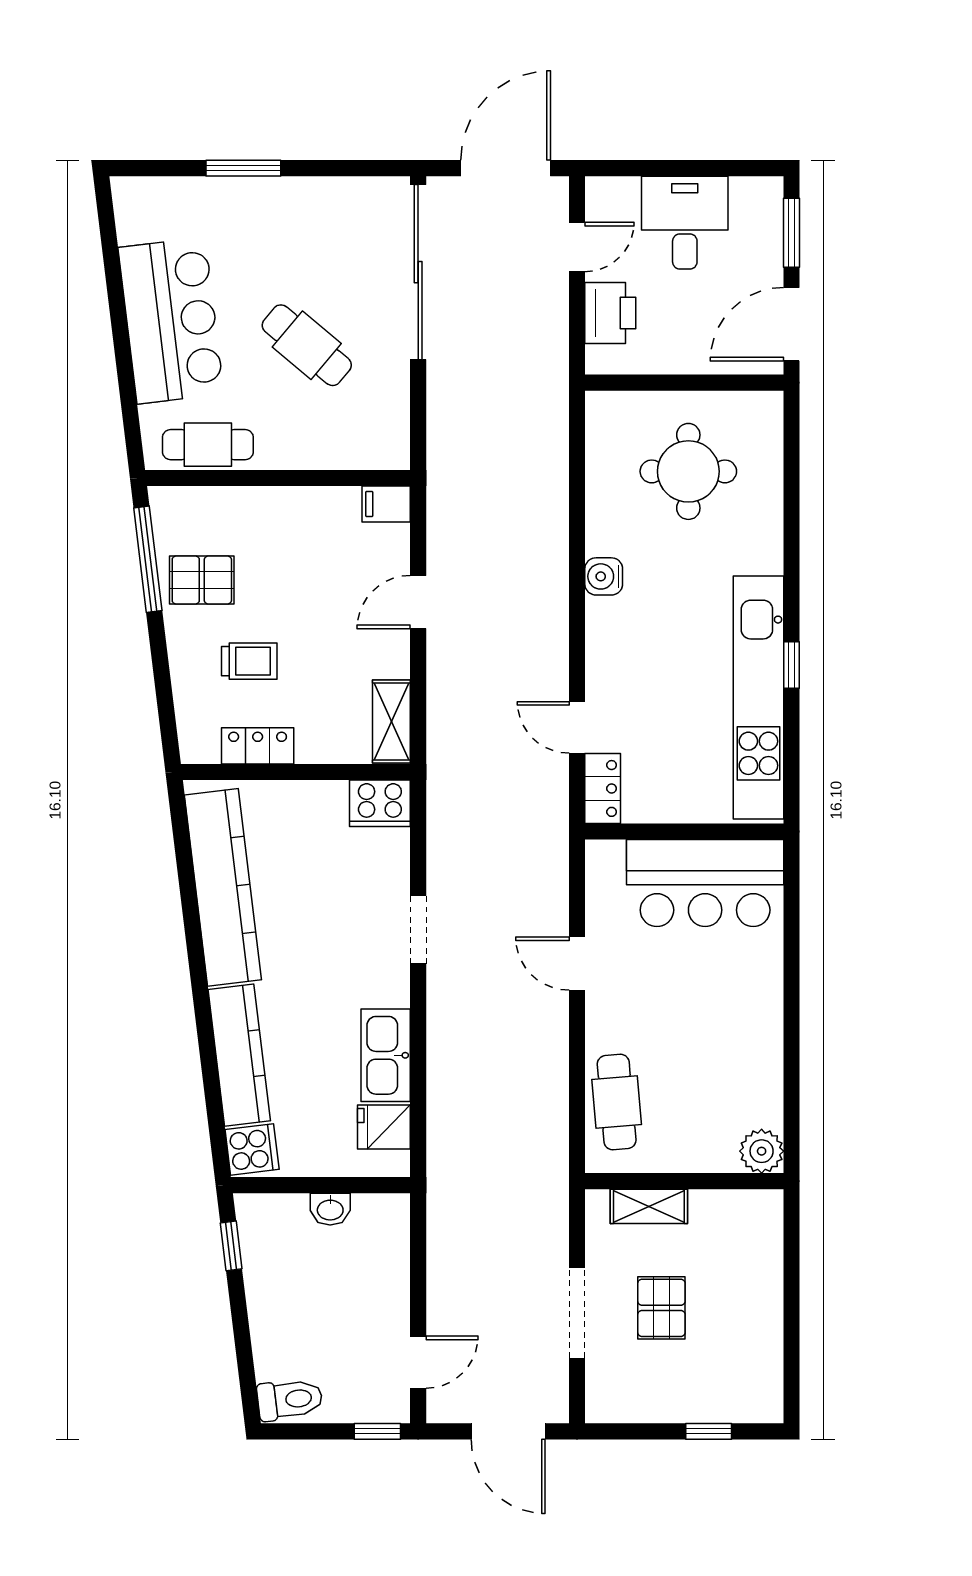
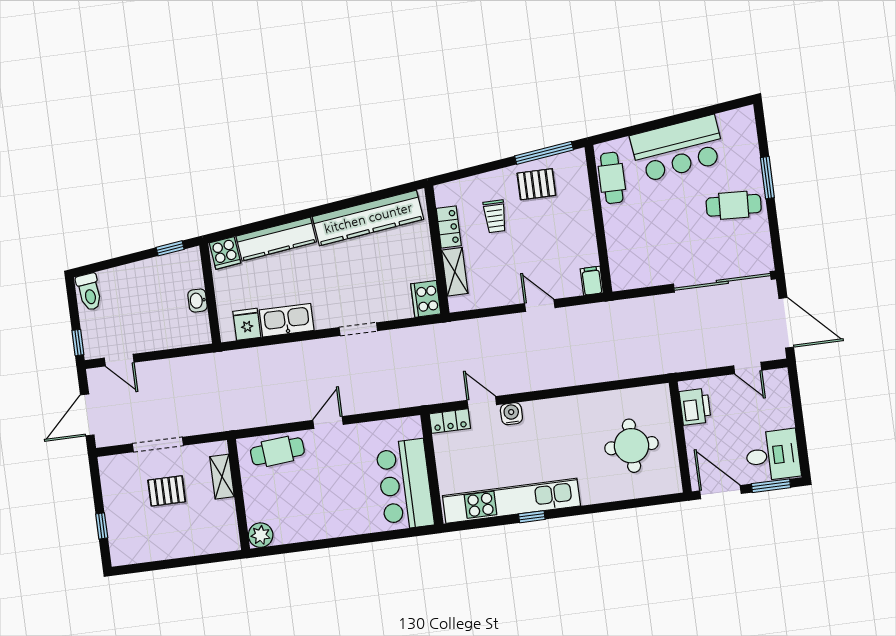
desk: (685, 223) -> (773, 455), moved
printer: (610, 313) -> (695, 407), moved, turned -90
cafe table: (307, 345) -> (734, 205), moved, turned 53
water cooler: (604, 576) -> (511, 414), moved
pallet: (202, 580) -> (536, 184), turned 90
shelving: (391, 722) -> (455, 272), moved, turned 90
door: (577, 727) -> (482, 402), hinge flipped
door: (577, 964) -> (328, 422), moved

